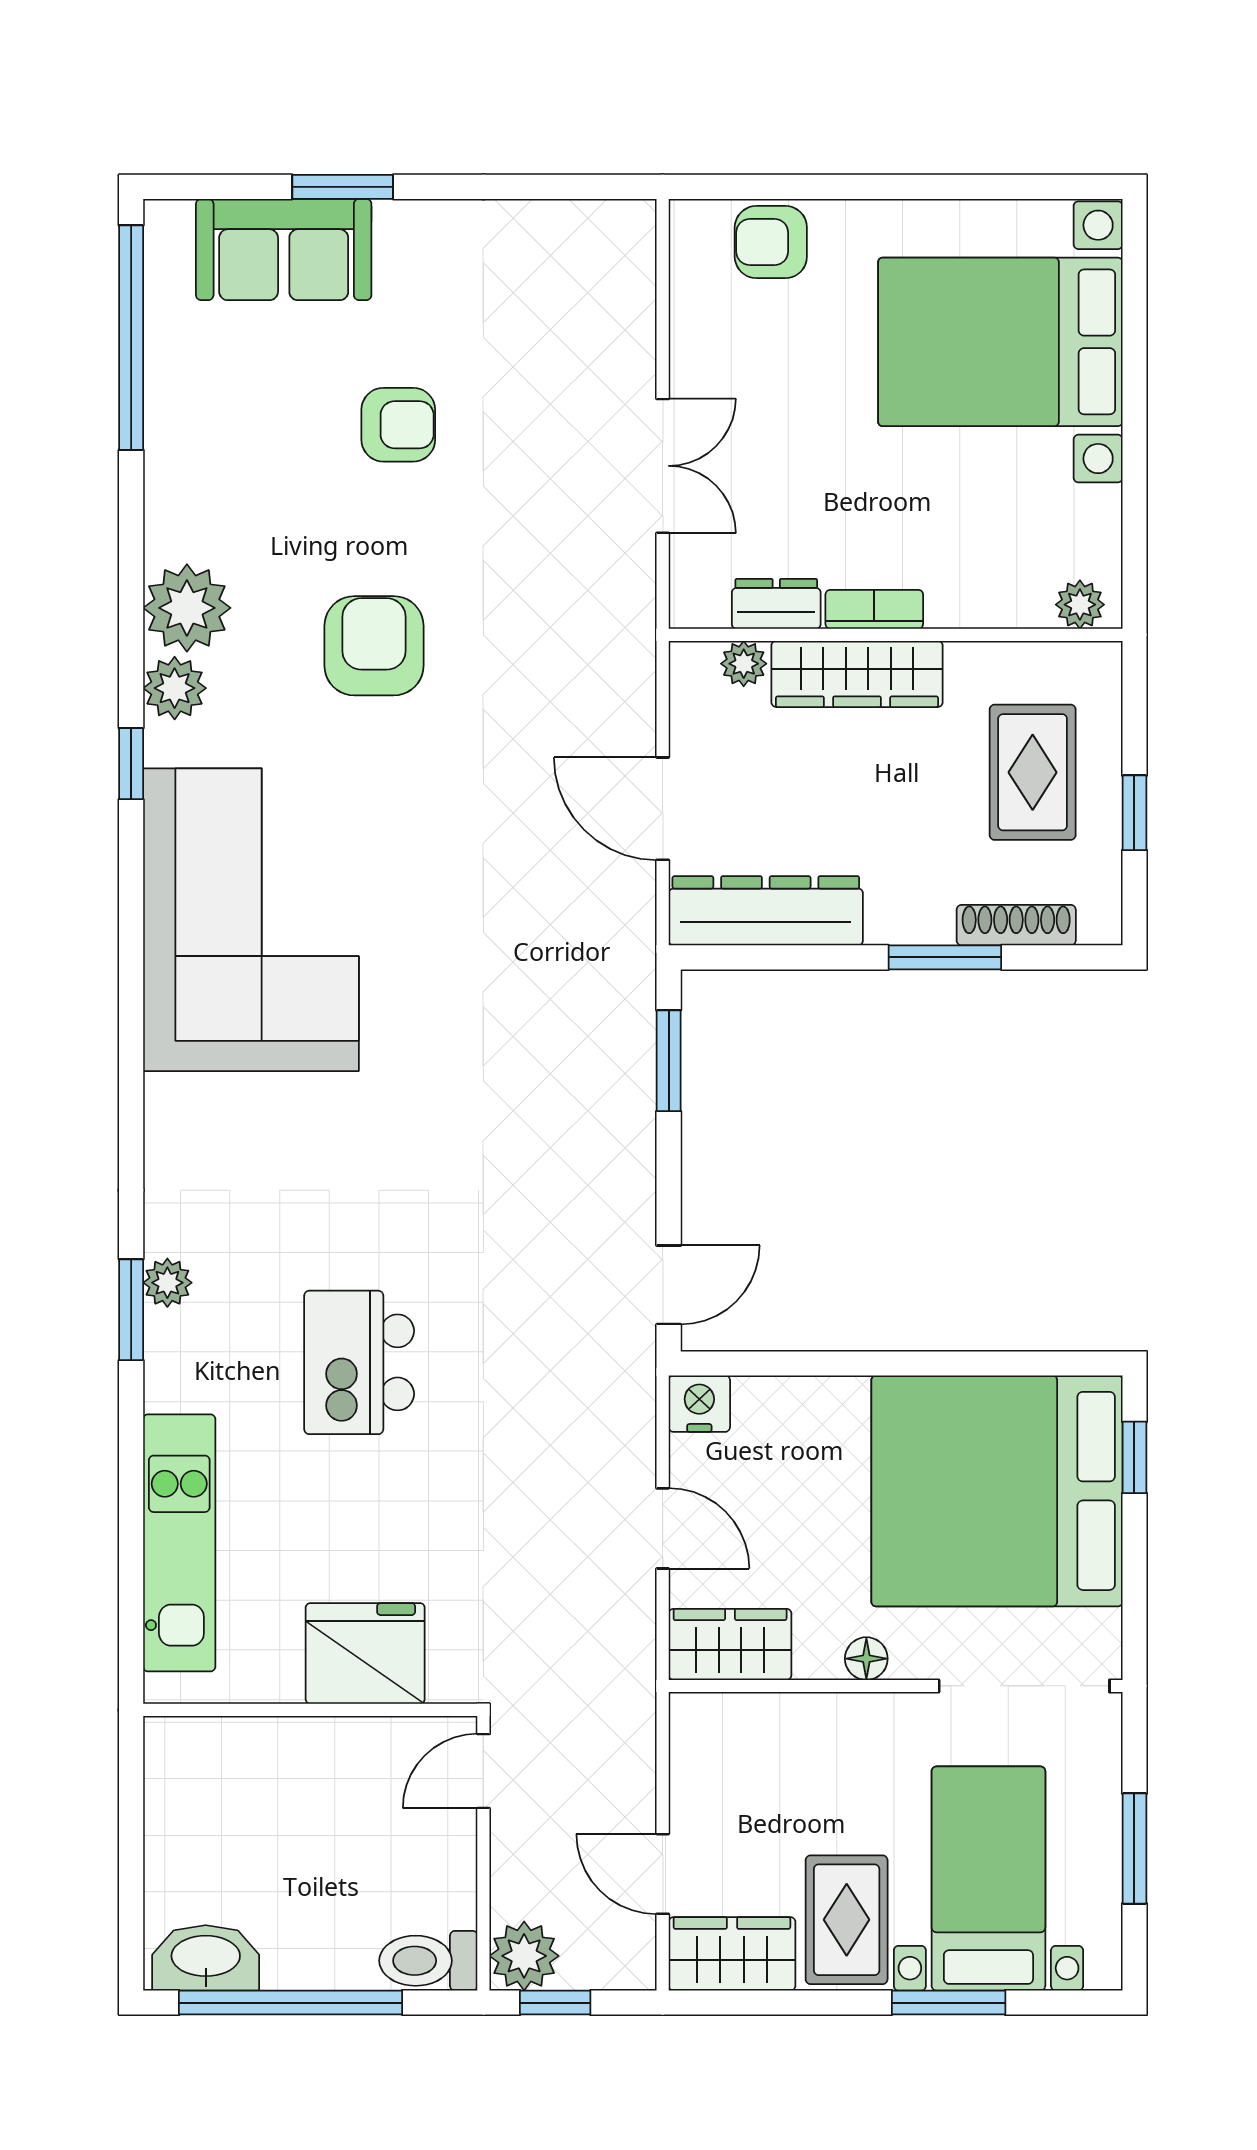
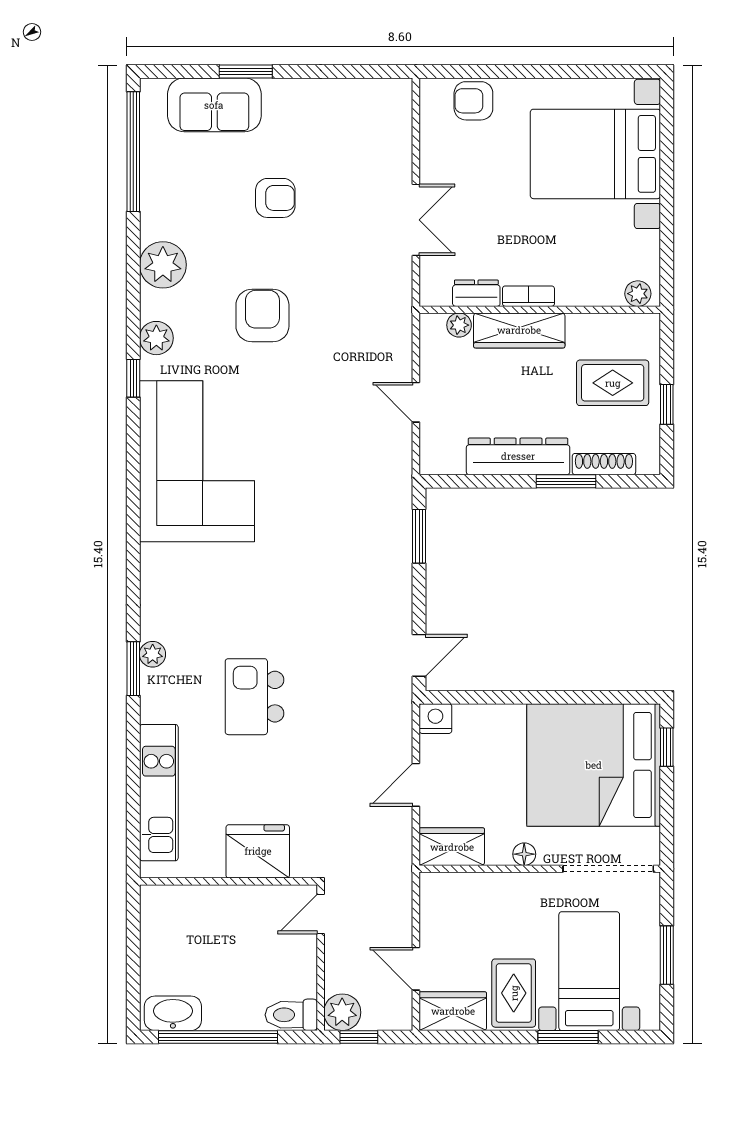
plant: (187, 608) -> (163, 265), moved
rug: (1033, 772) -> (613, 383), turned 90
door: (663, 809) -> (416, 402), width x0.73
dresser: (766, 911) -> (518, 456), moved
door: (663, 1528) -> (416, 785), swing flipped

